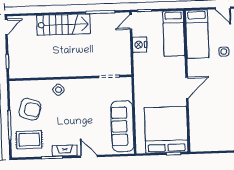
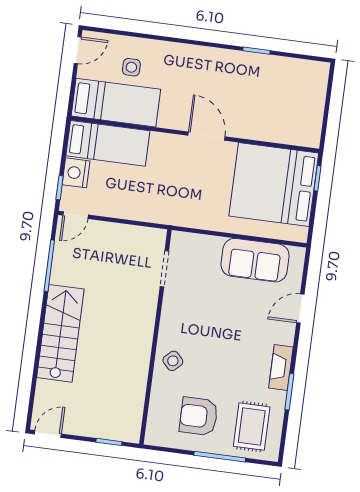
door: (131, 22) -> (76, 215), hinge flipped
door: (6, 27) -> (48, 434), hinge flipped
nightstand: (140, 45) -> (76, 173), moved, turned 90
side table: (224, 52) -> (131, 67), moved
armchair: (30, 109) -> (199, 416), turned -106
sofa: (122, 126) -> (255, 260), width x0.73
door: (89, 156) -> (300, 309), moved

